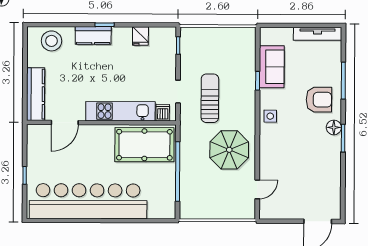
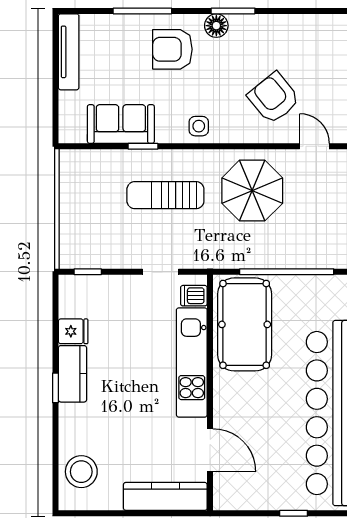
kitchen counter: (93, 35) -> (72, 374), moved
sun lounger: (210, 98) -> (165, 195), moved
armchair: (319, 100) -> (172, 49), turned -90
armchair: (288, 164) -> (274, 98), added

